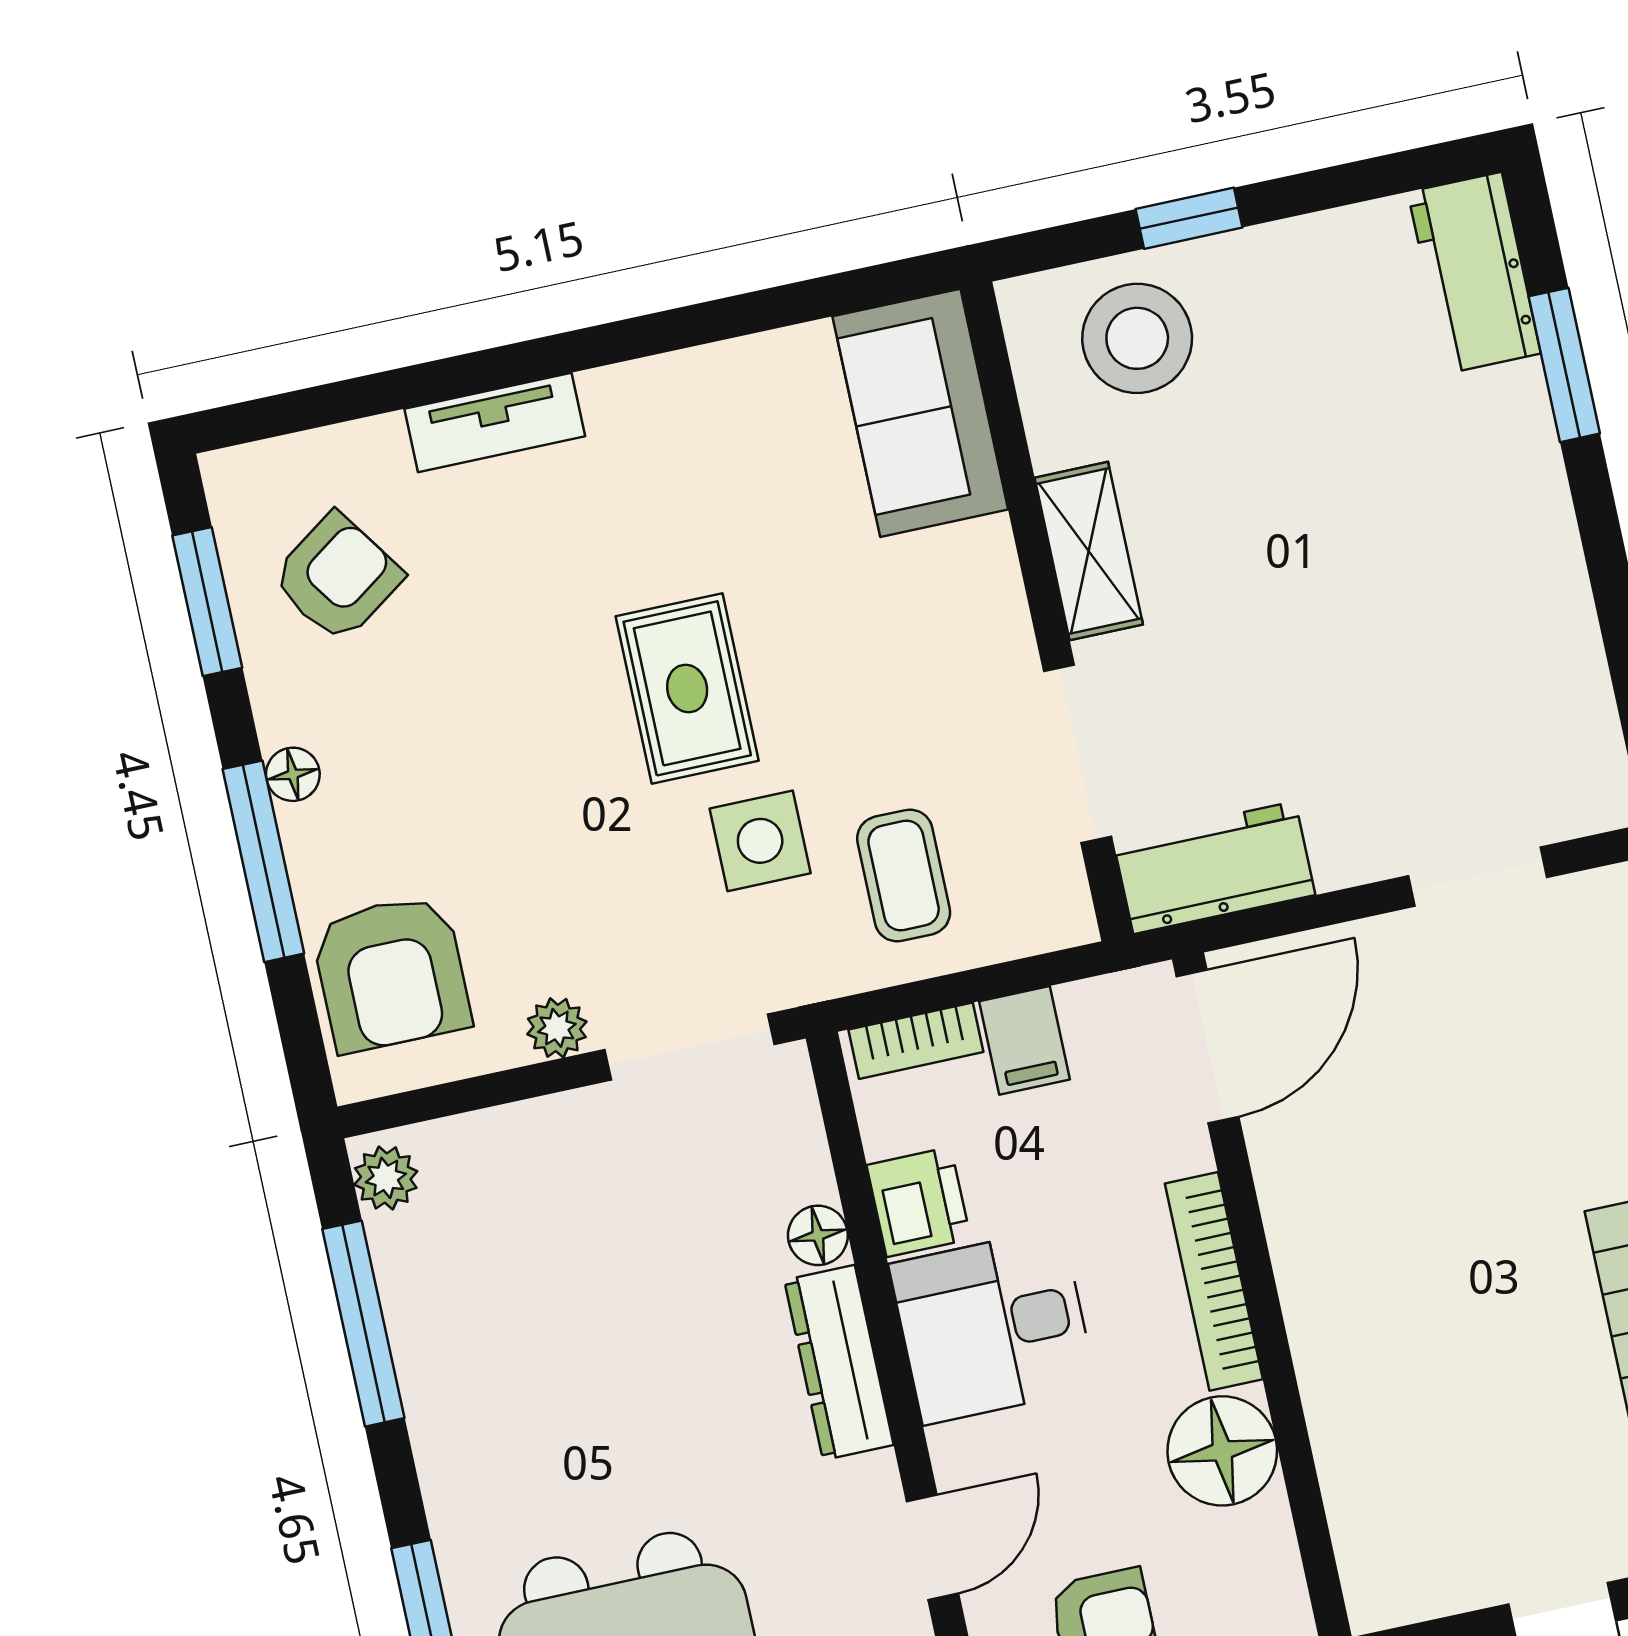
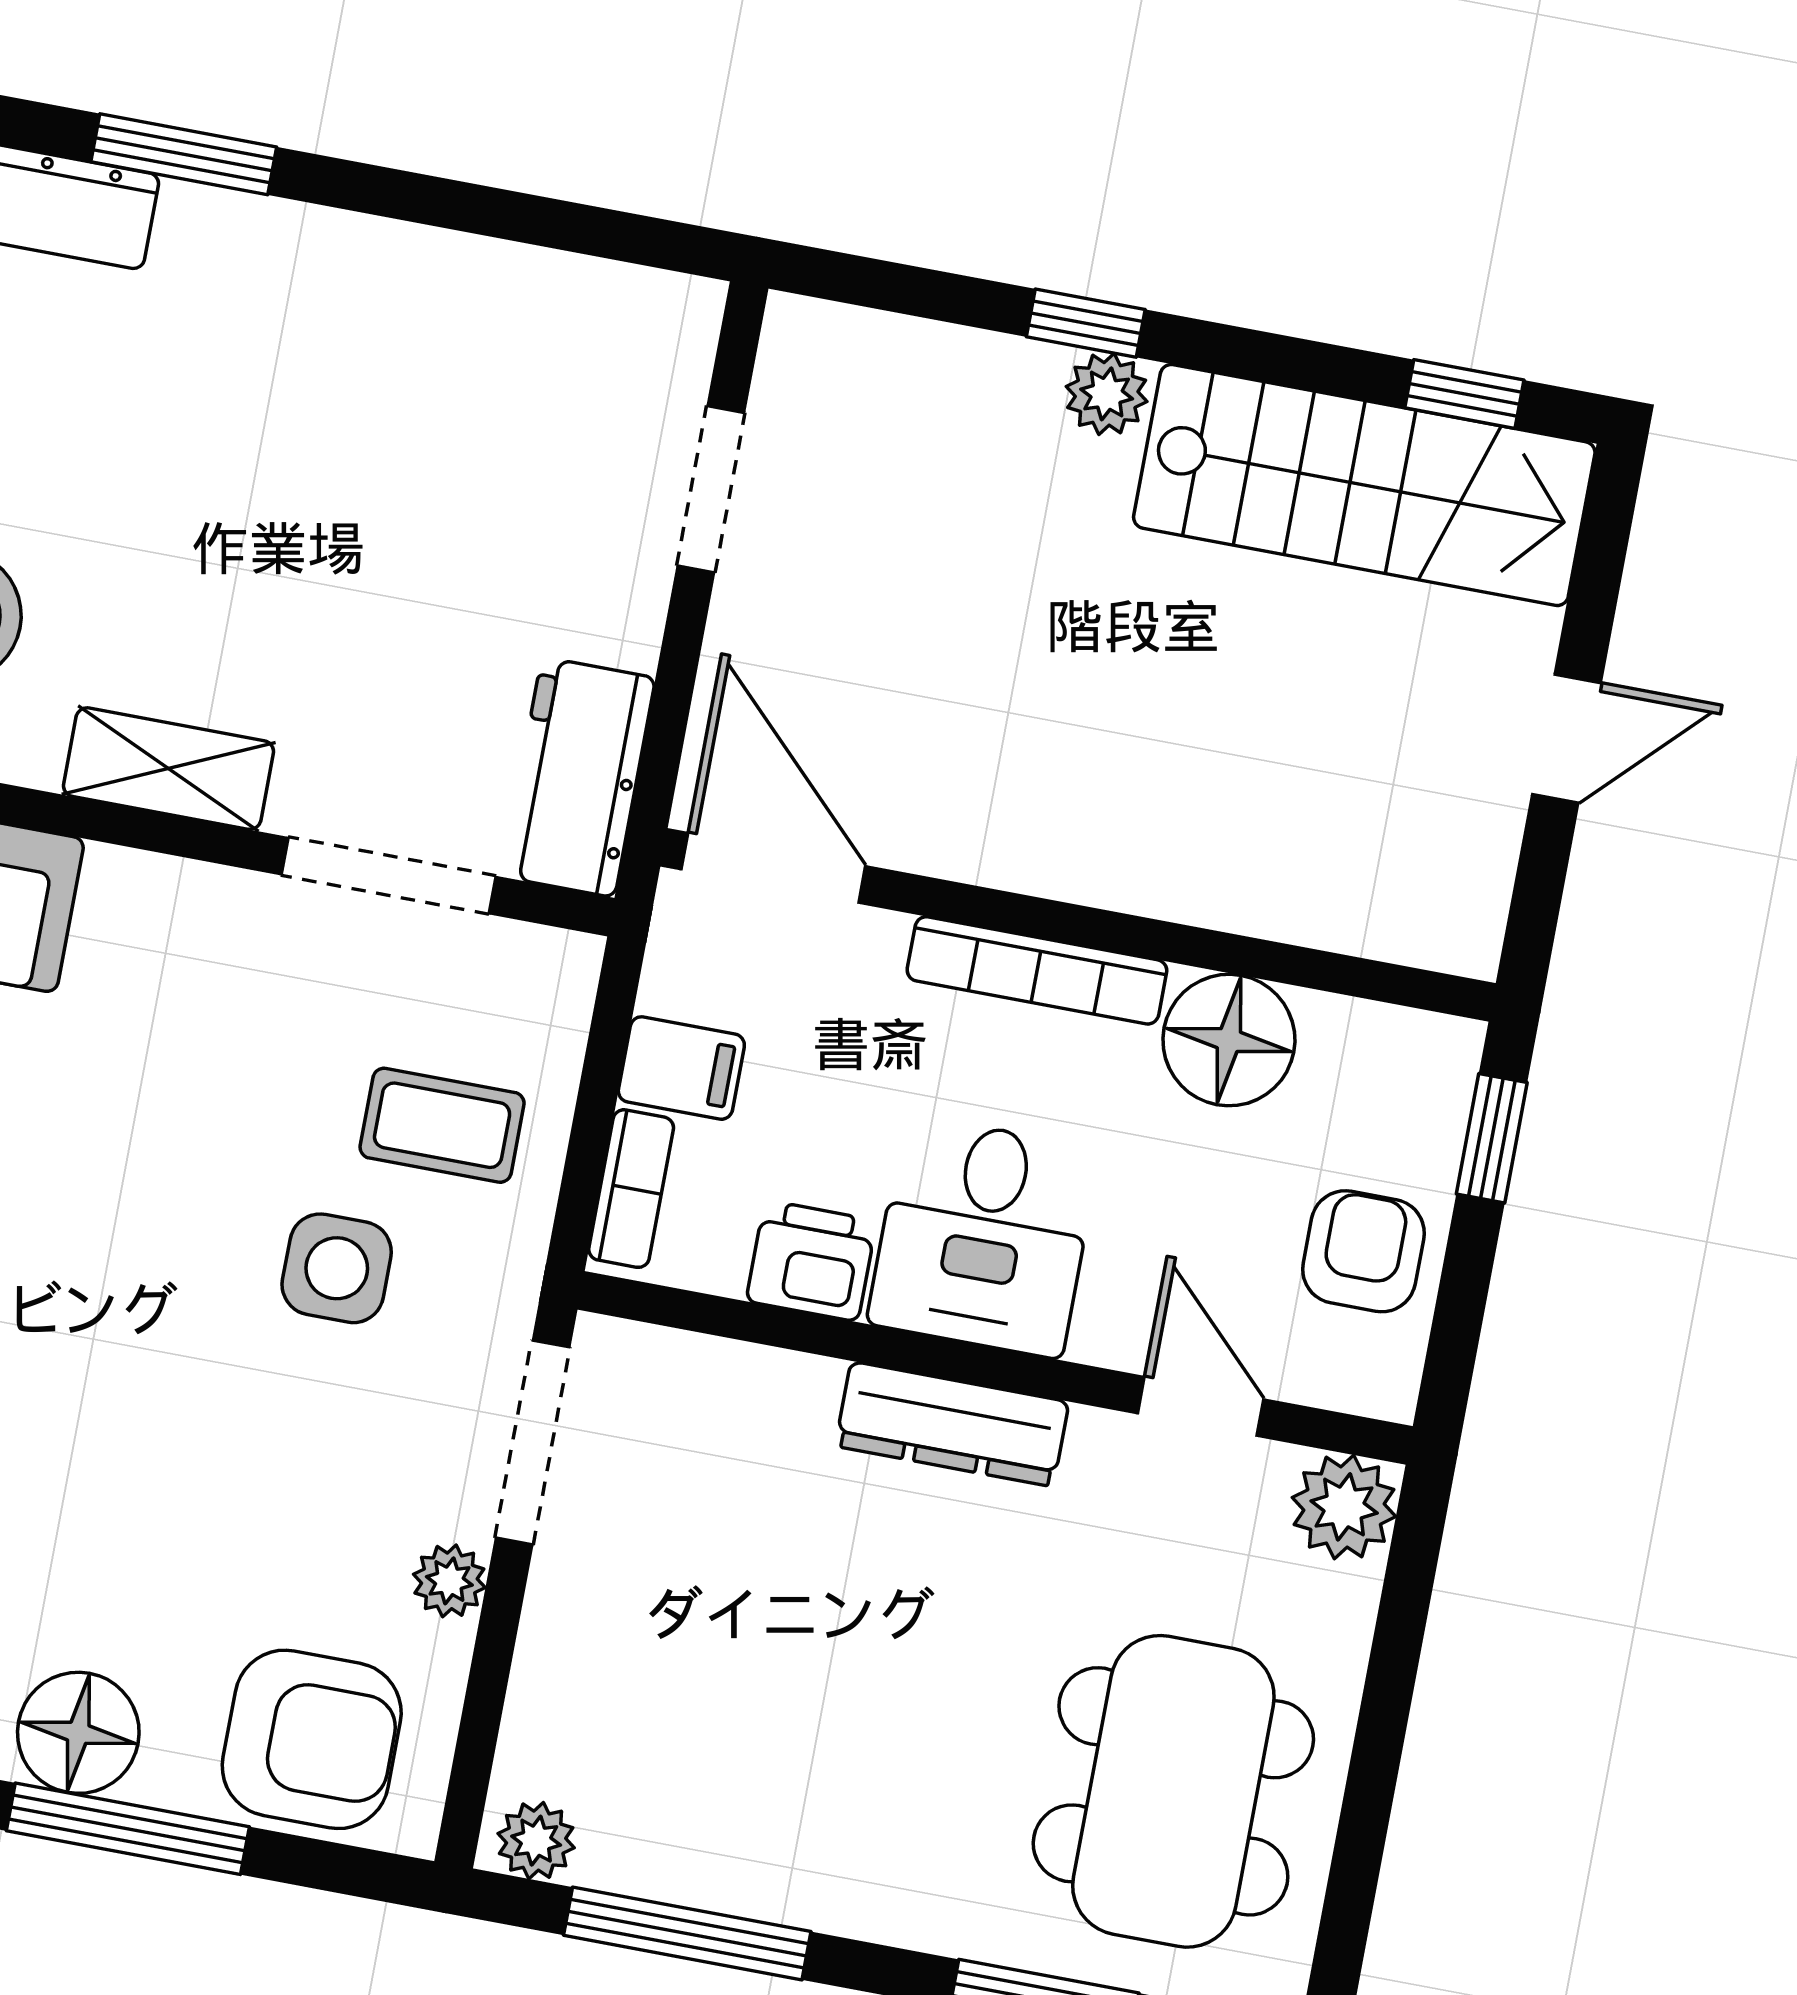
rug: (687, 688) -> (134, 1278), removed
floor lamp: (293, 774) -> (78, 1733), width x1.89, depth x1.89
floor lamp: (818, 1235) -> (801, 1388), removed

